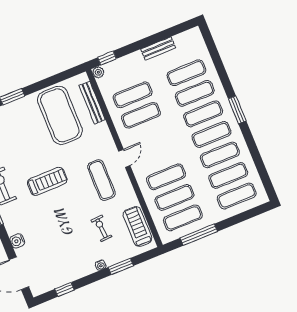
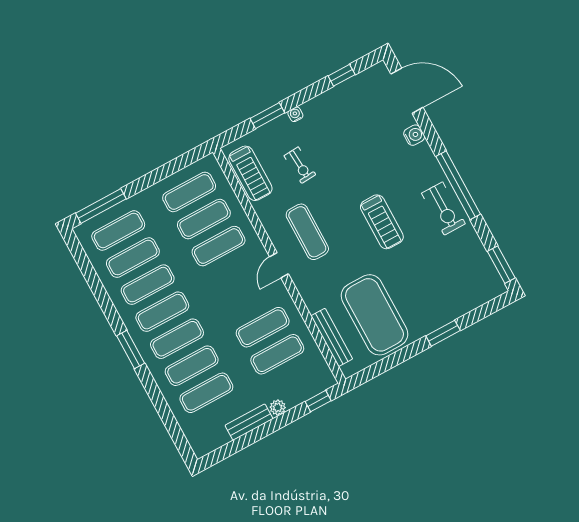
plant: (98, 72) -> (278, 407), moved
treadmill: (47, 181) -> (382, 222), turned -90
window: (199, 235) -> (101, 206), moved

